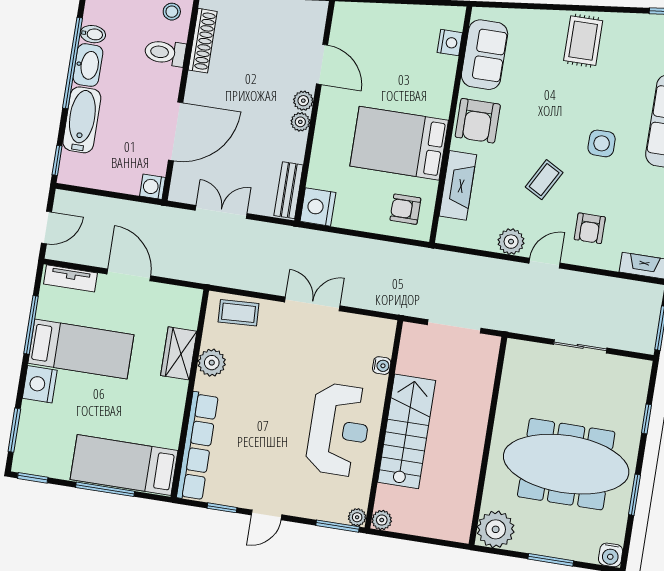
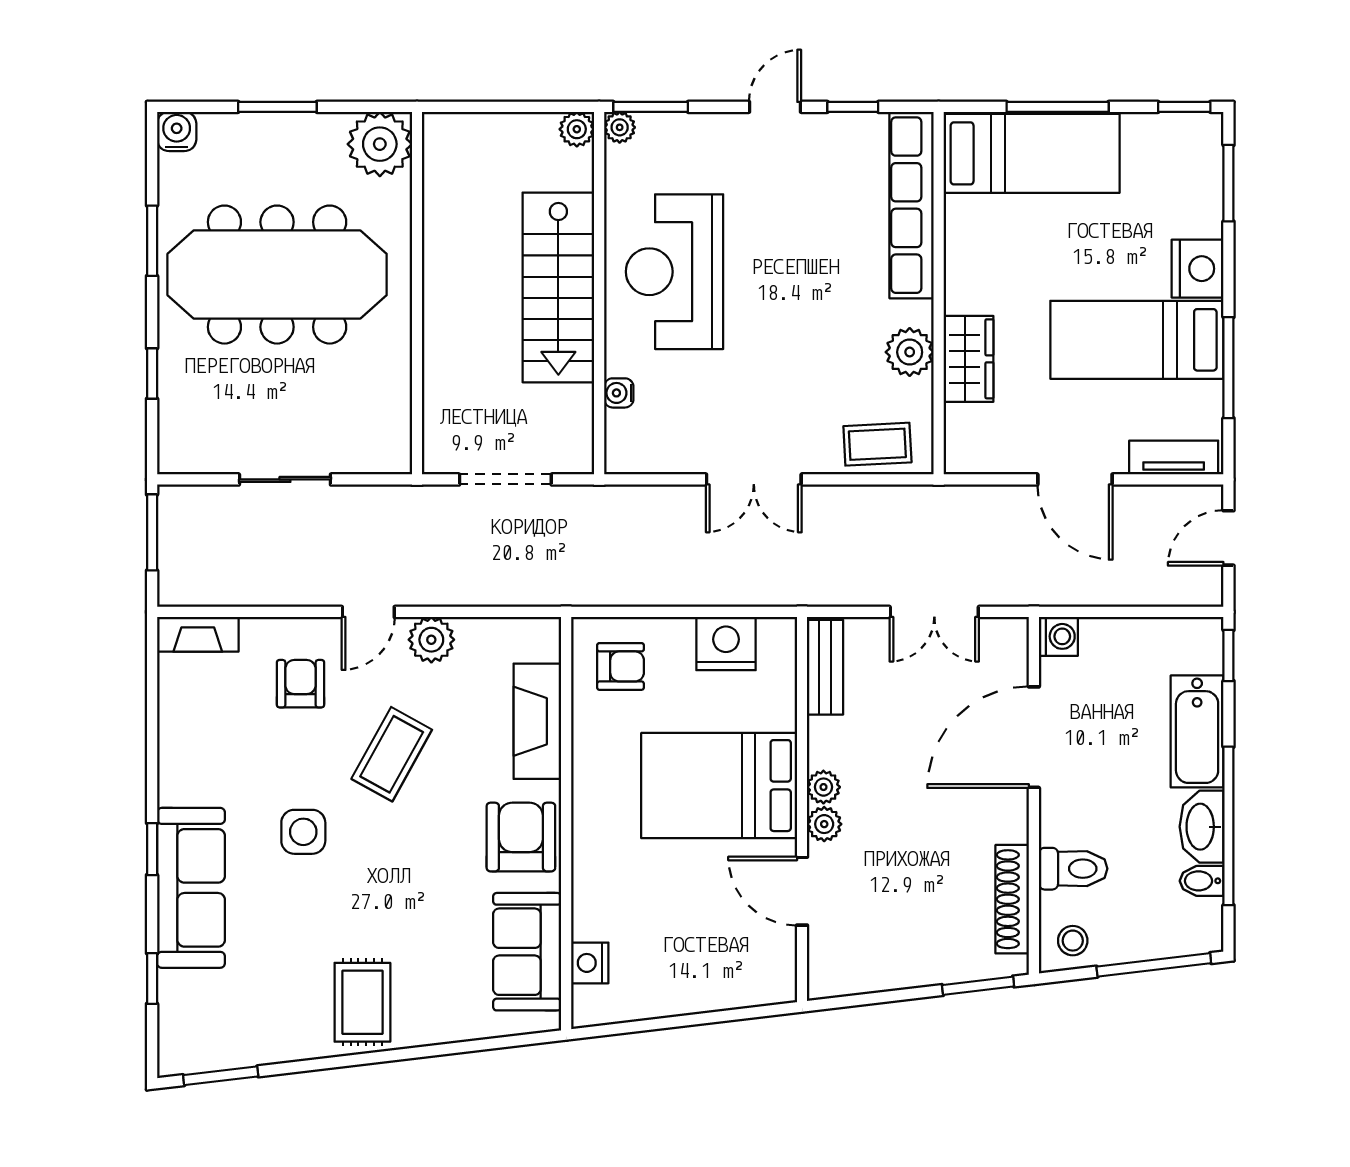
bed: (399, 143) -> (719, 786), moved, turned 180
coffee table: (544, 180) -> (392, 754), width x1.36, depth x1.30
nightstand: (318, 207) -> (726, 644), moved, turned -90

